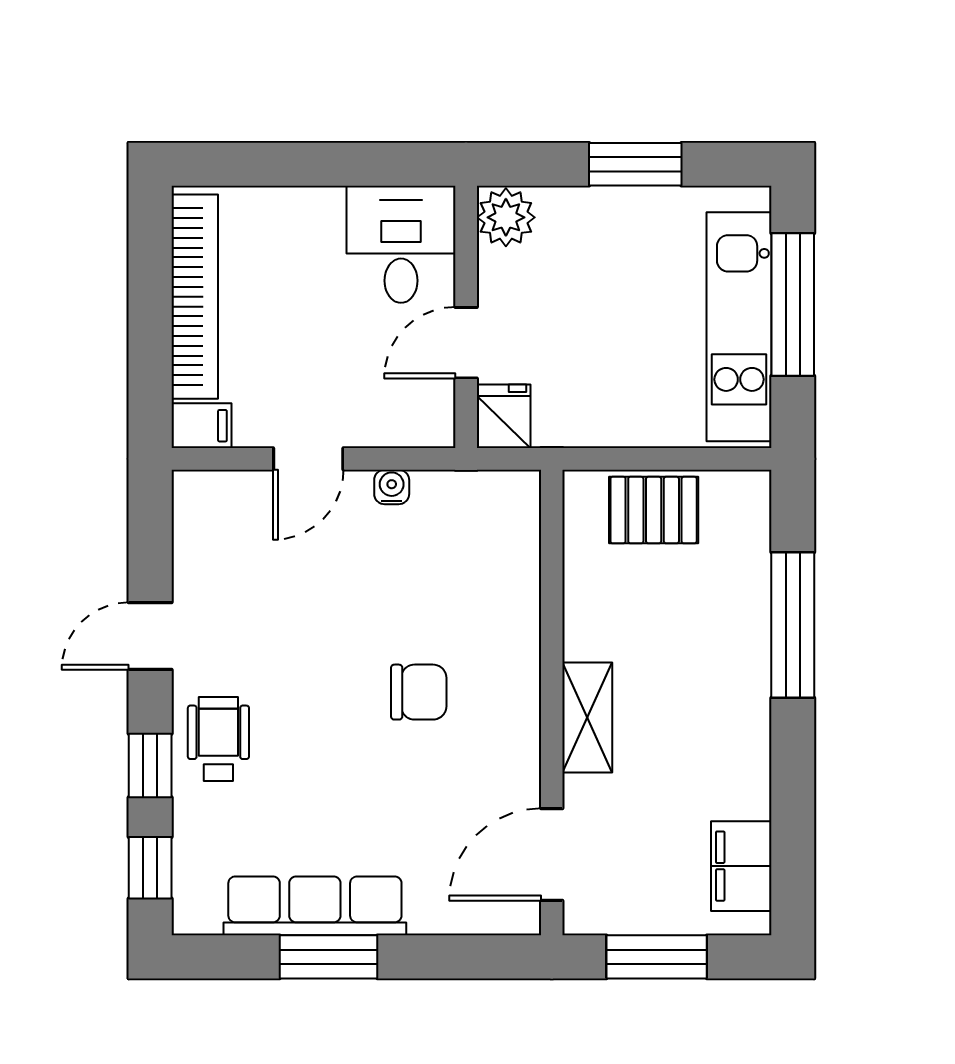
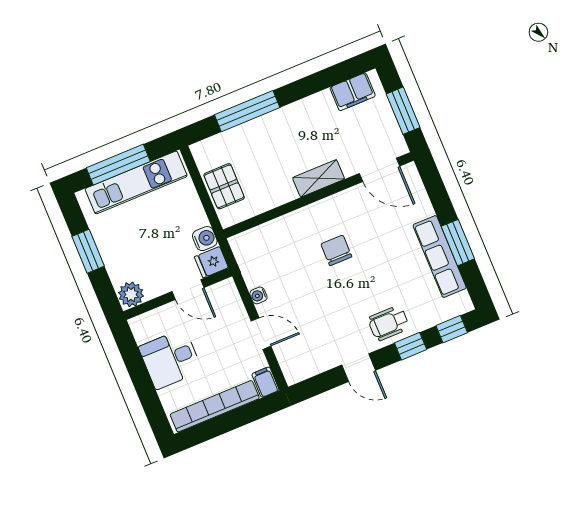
desk: (401, 244) -> (170, 359), moved
water cooler: (560, 423) -> (205, 239), added

